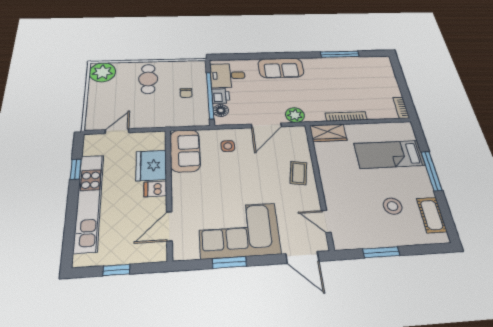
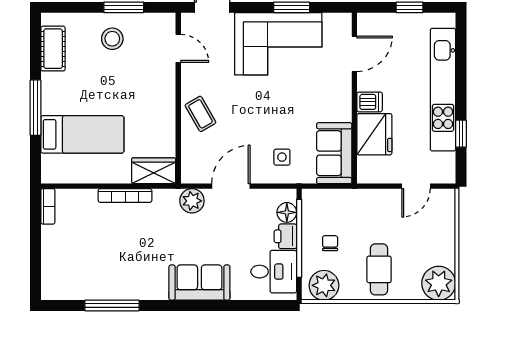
plant: (190, 69) -> (324, 285), added
coffee table: (298, 173) -> (200, 114), turned -40
stool: (393, 206) -> (112, 39), moved

